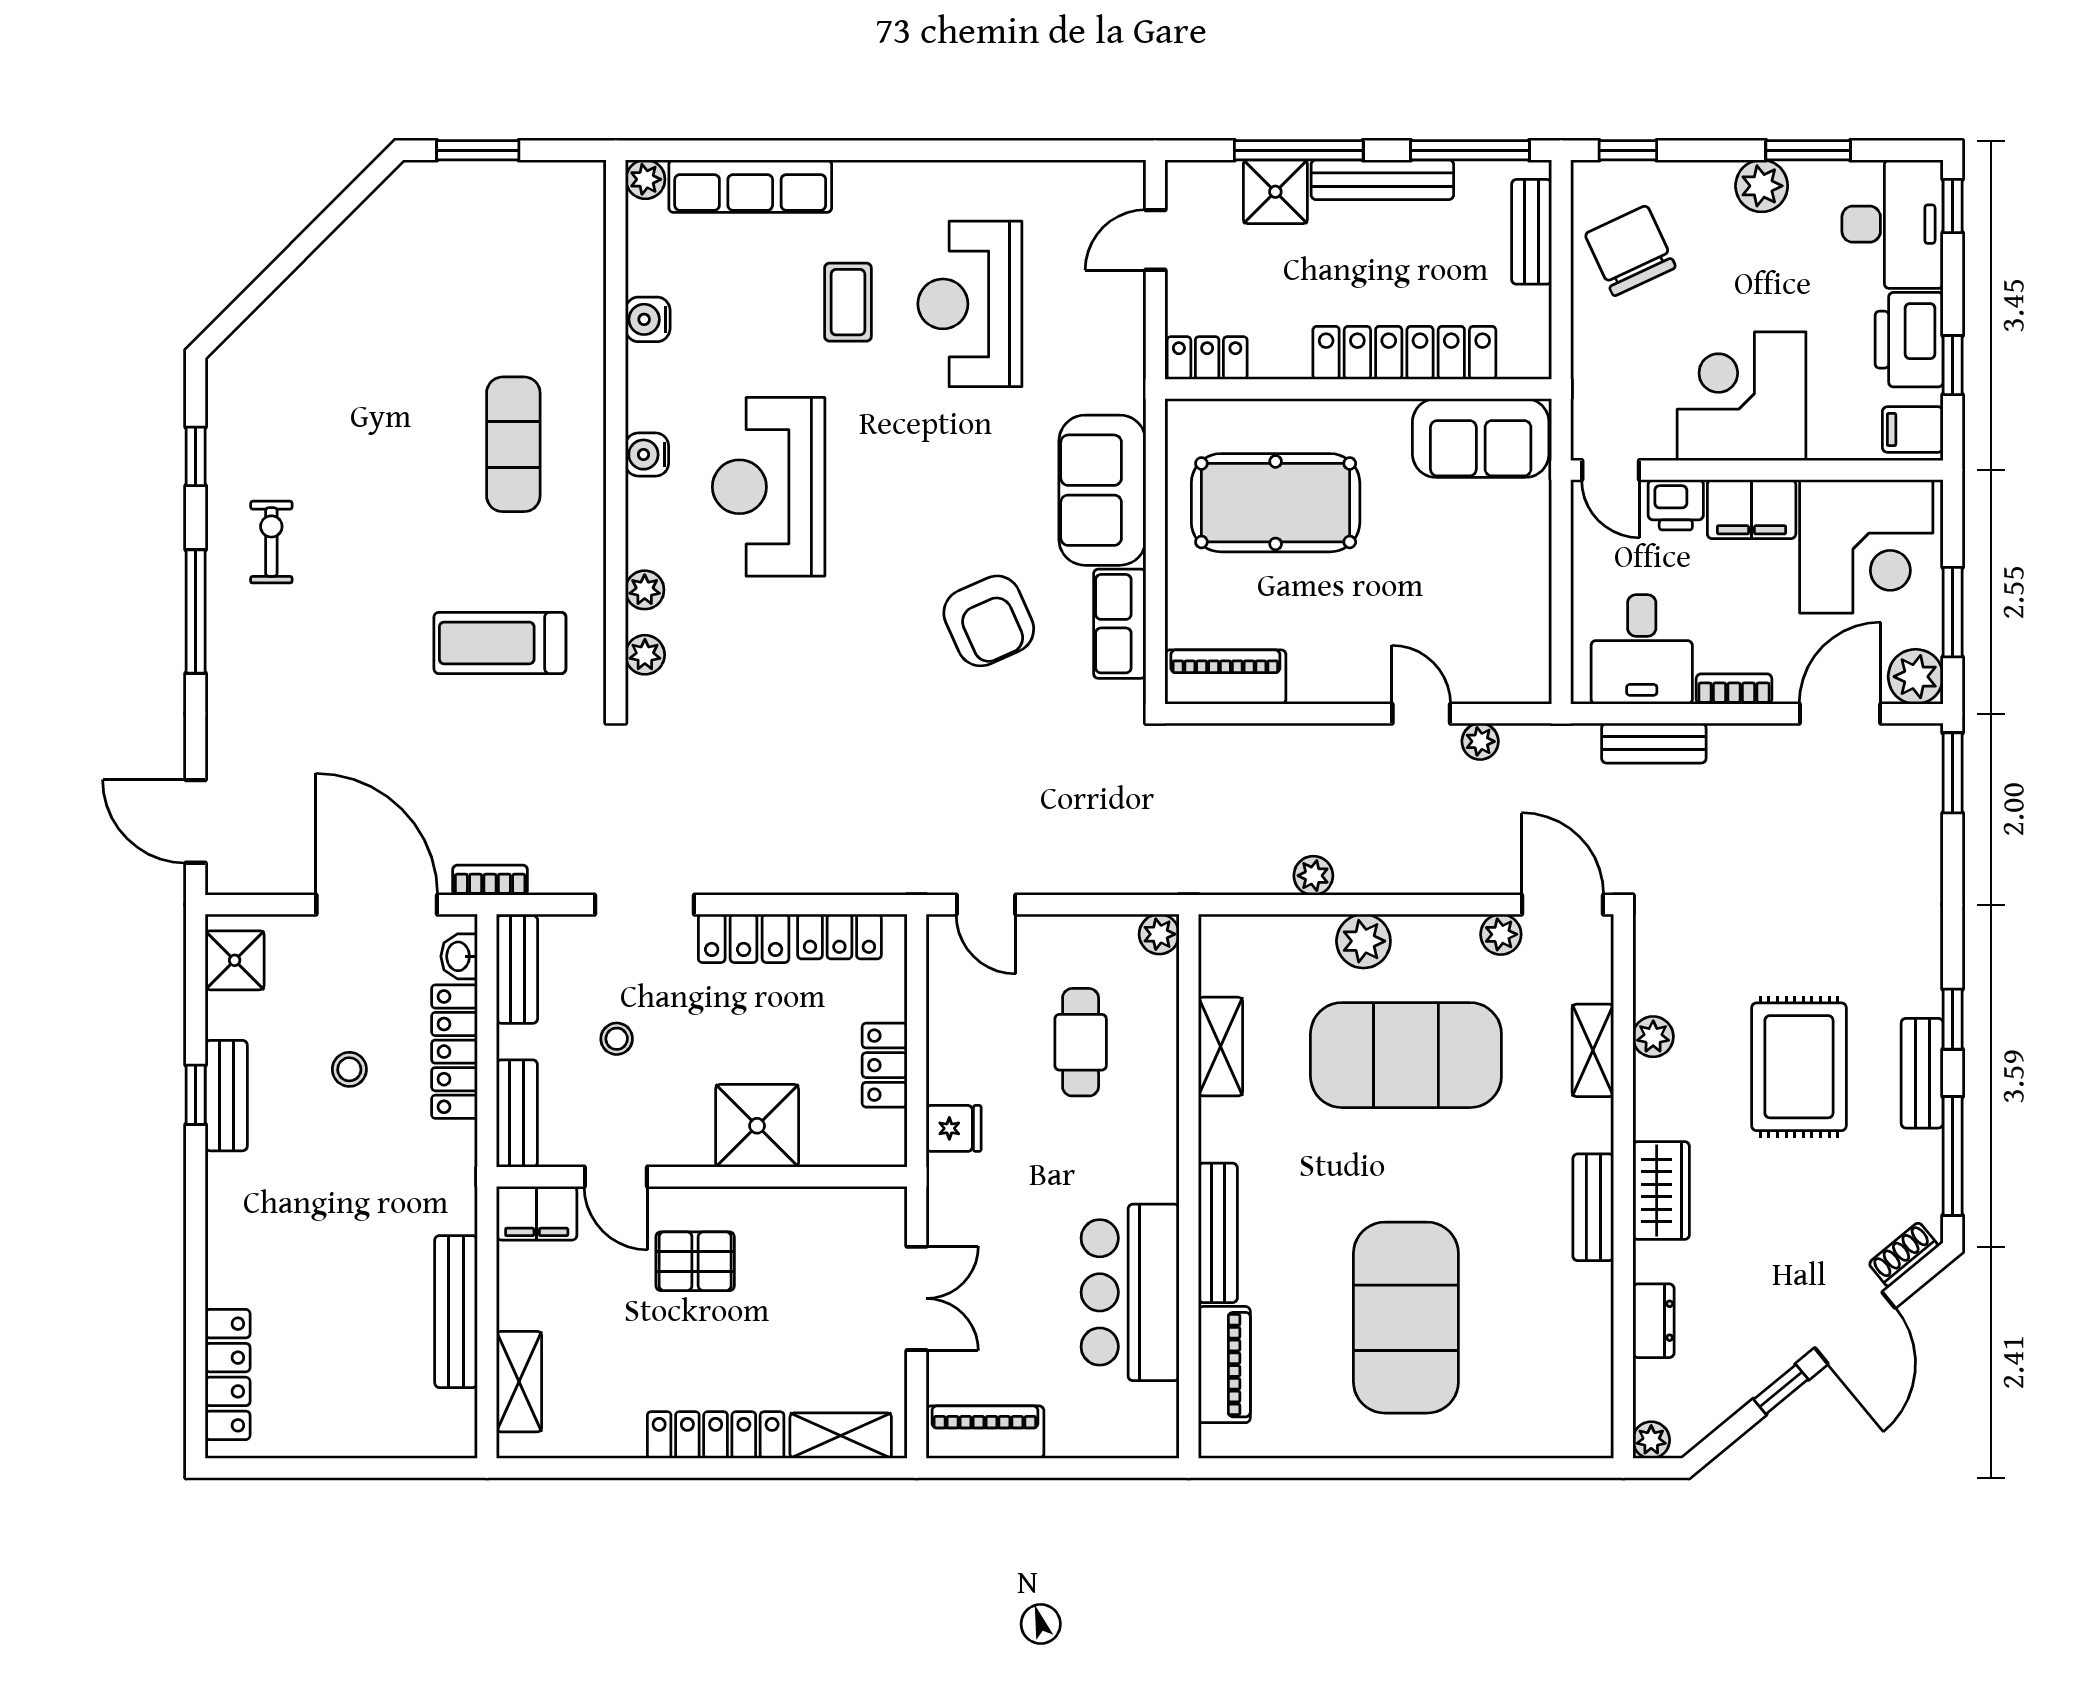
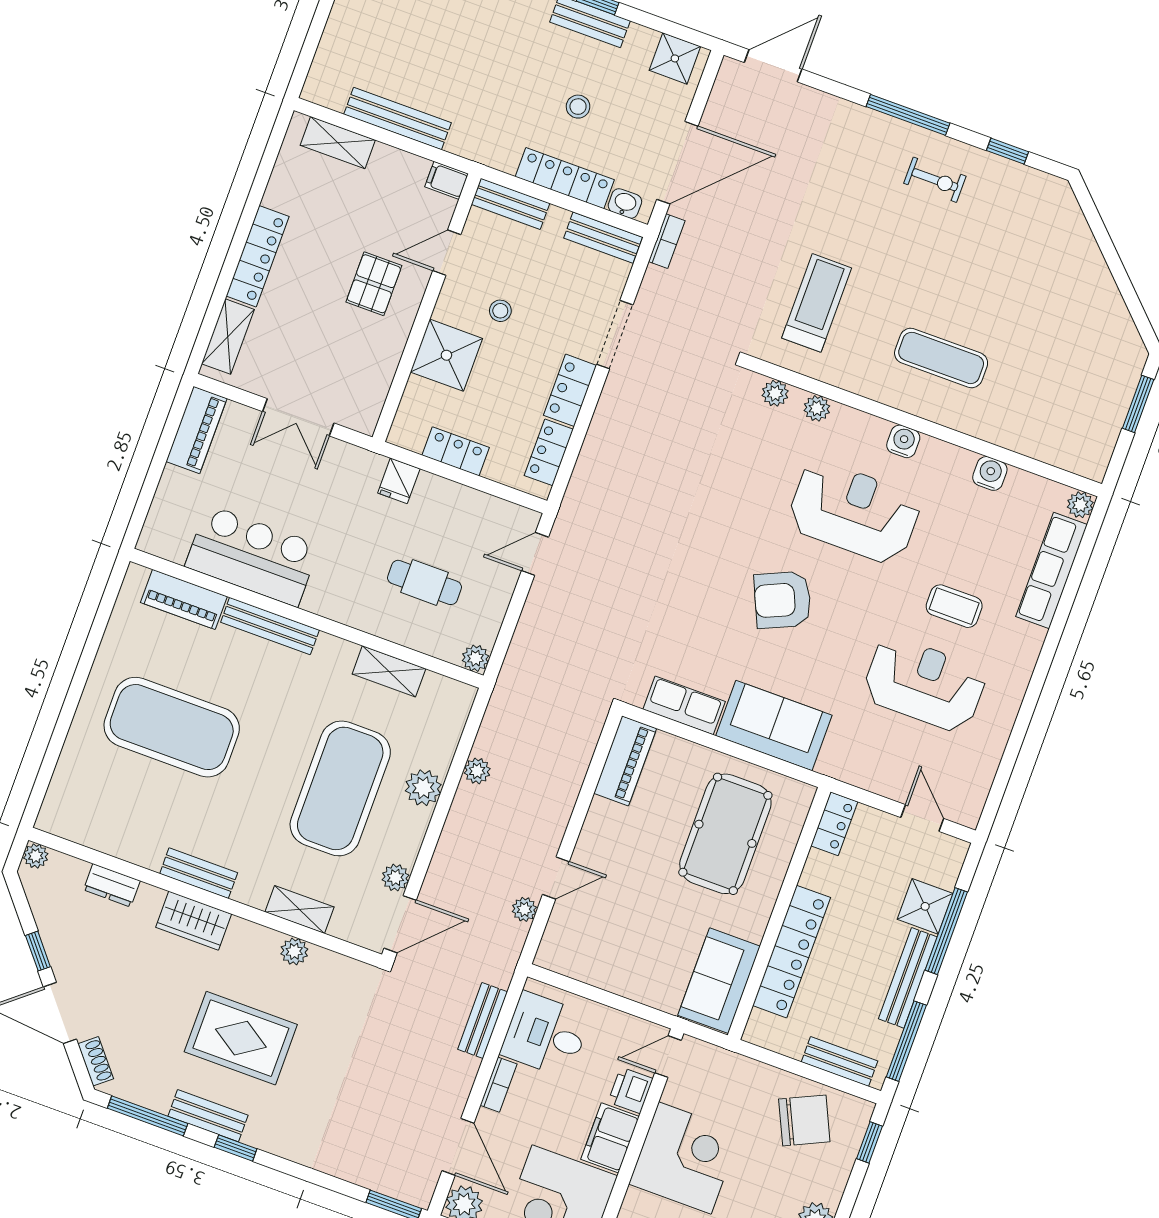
armchair: (989, 621) -> (783, 600), moved
stool: (617, 1039) -> (500, 311), moved
filing cabinet: (537, 1213) -> (447, 180), width x0.50

